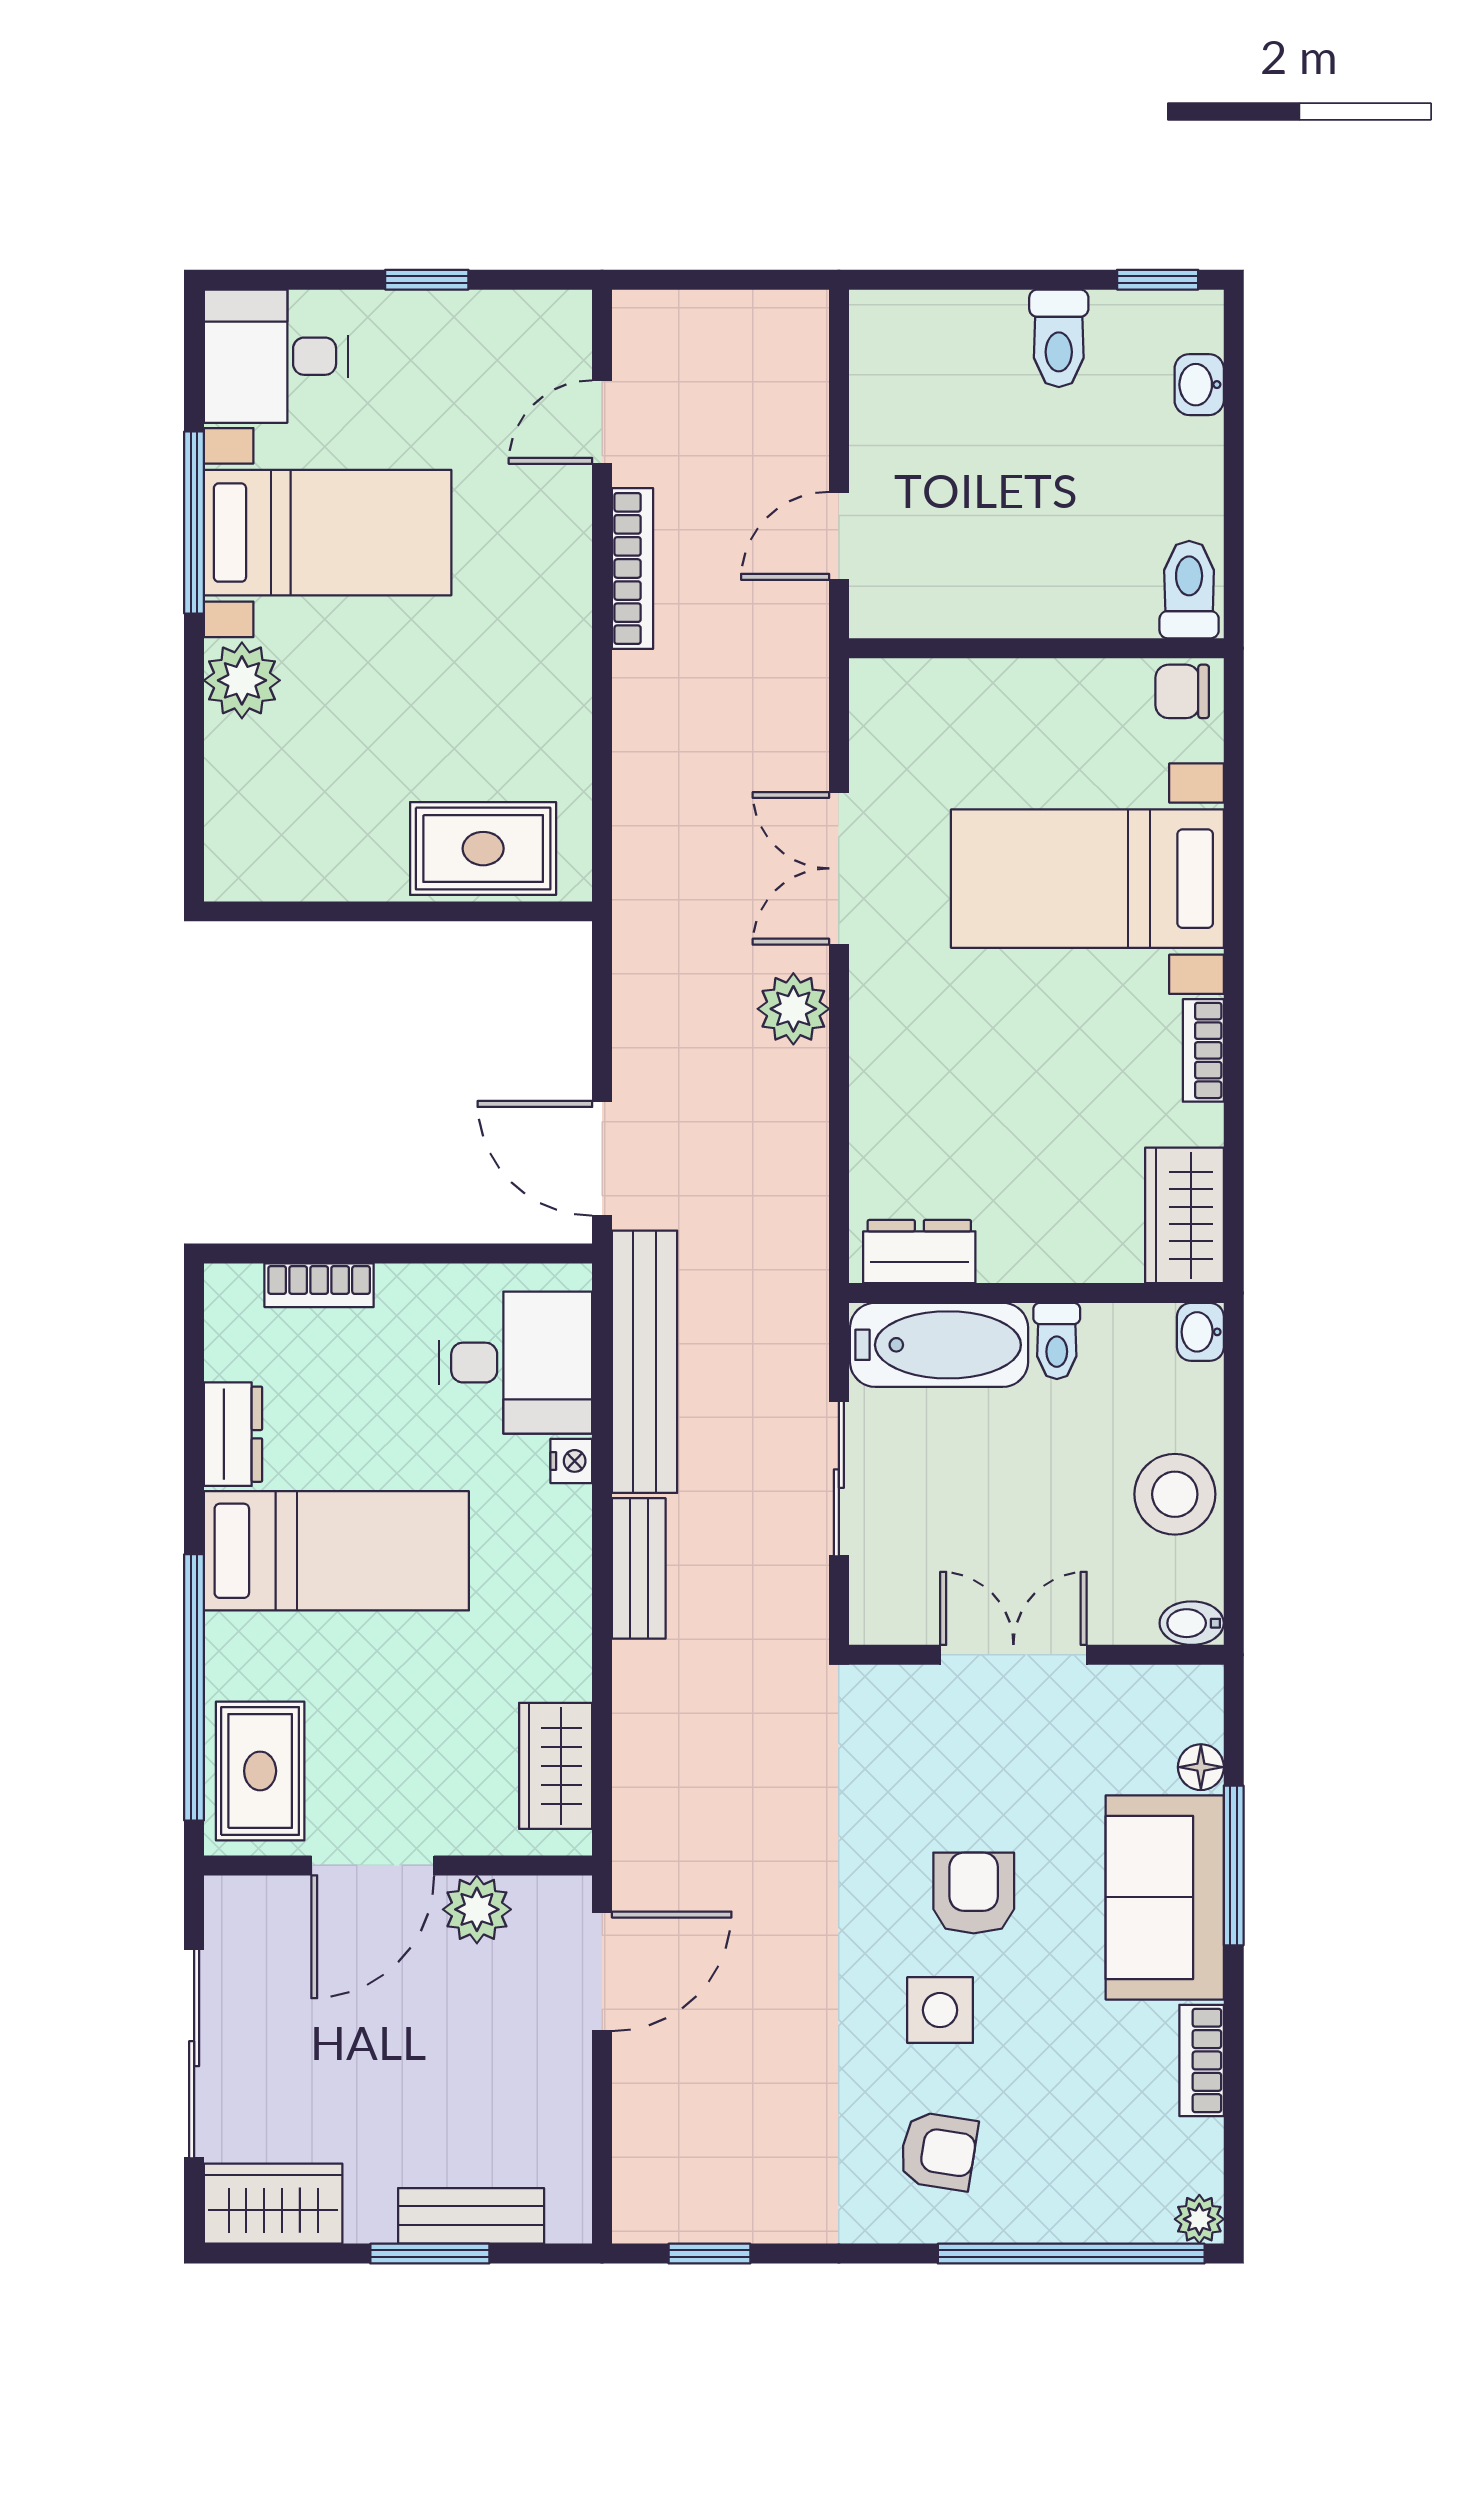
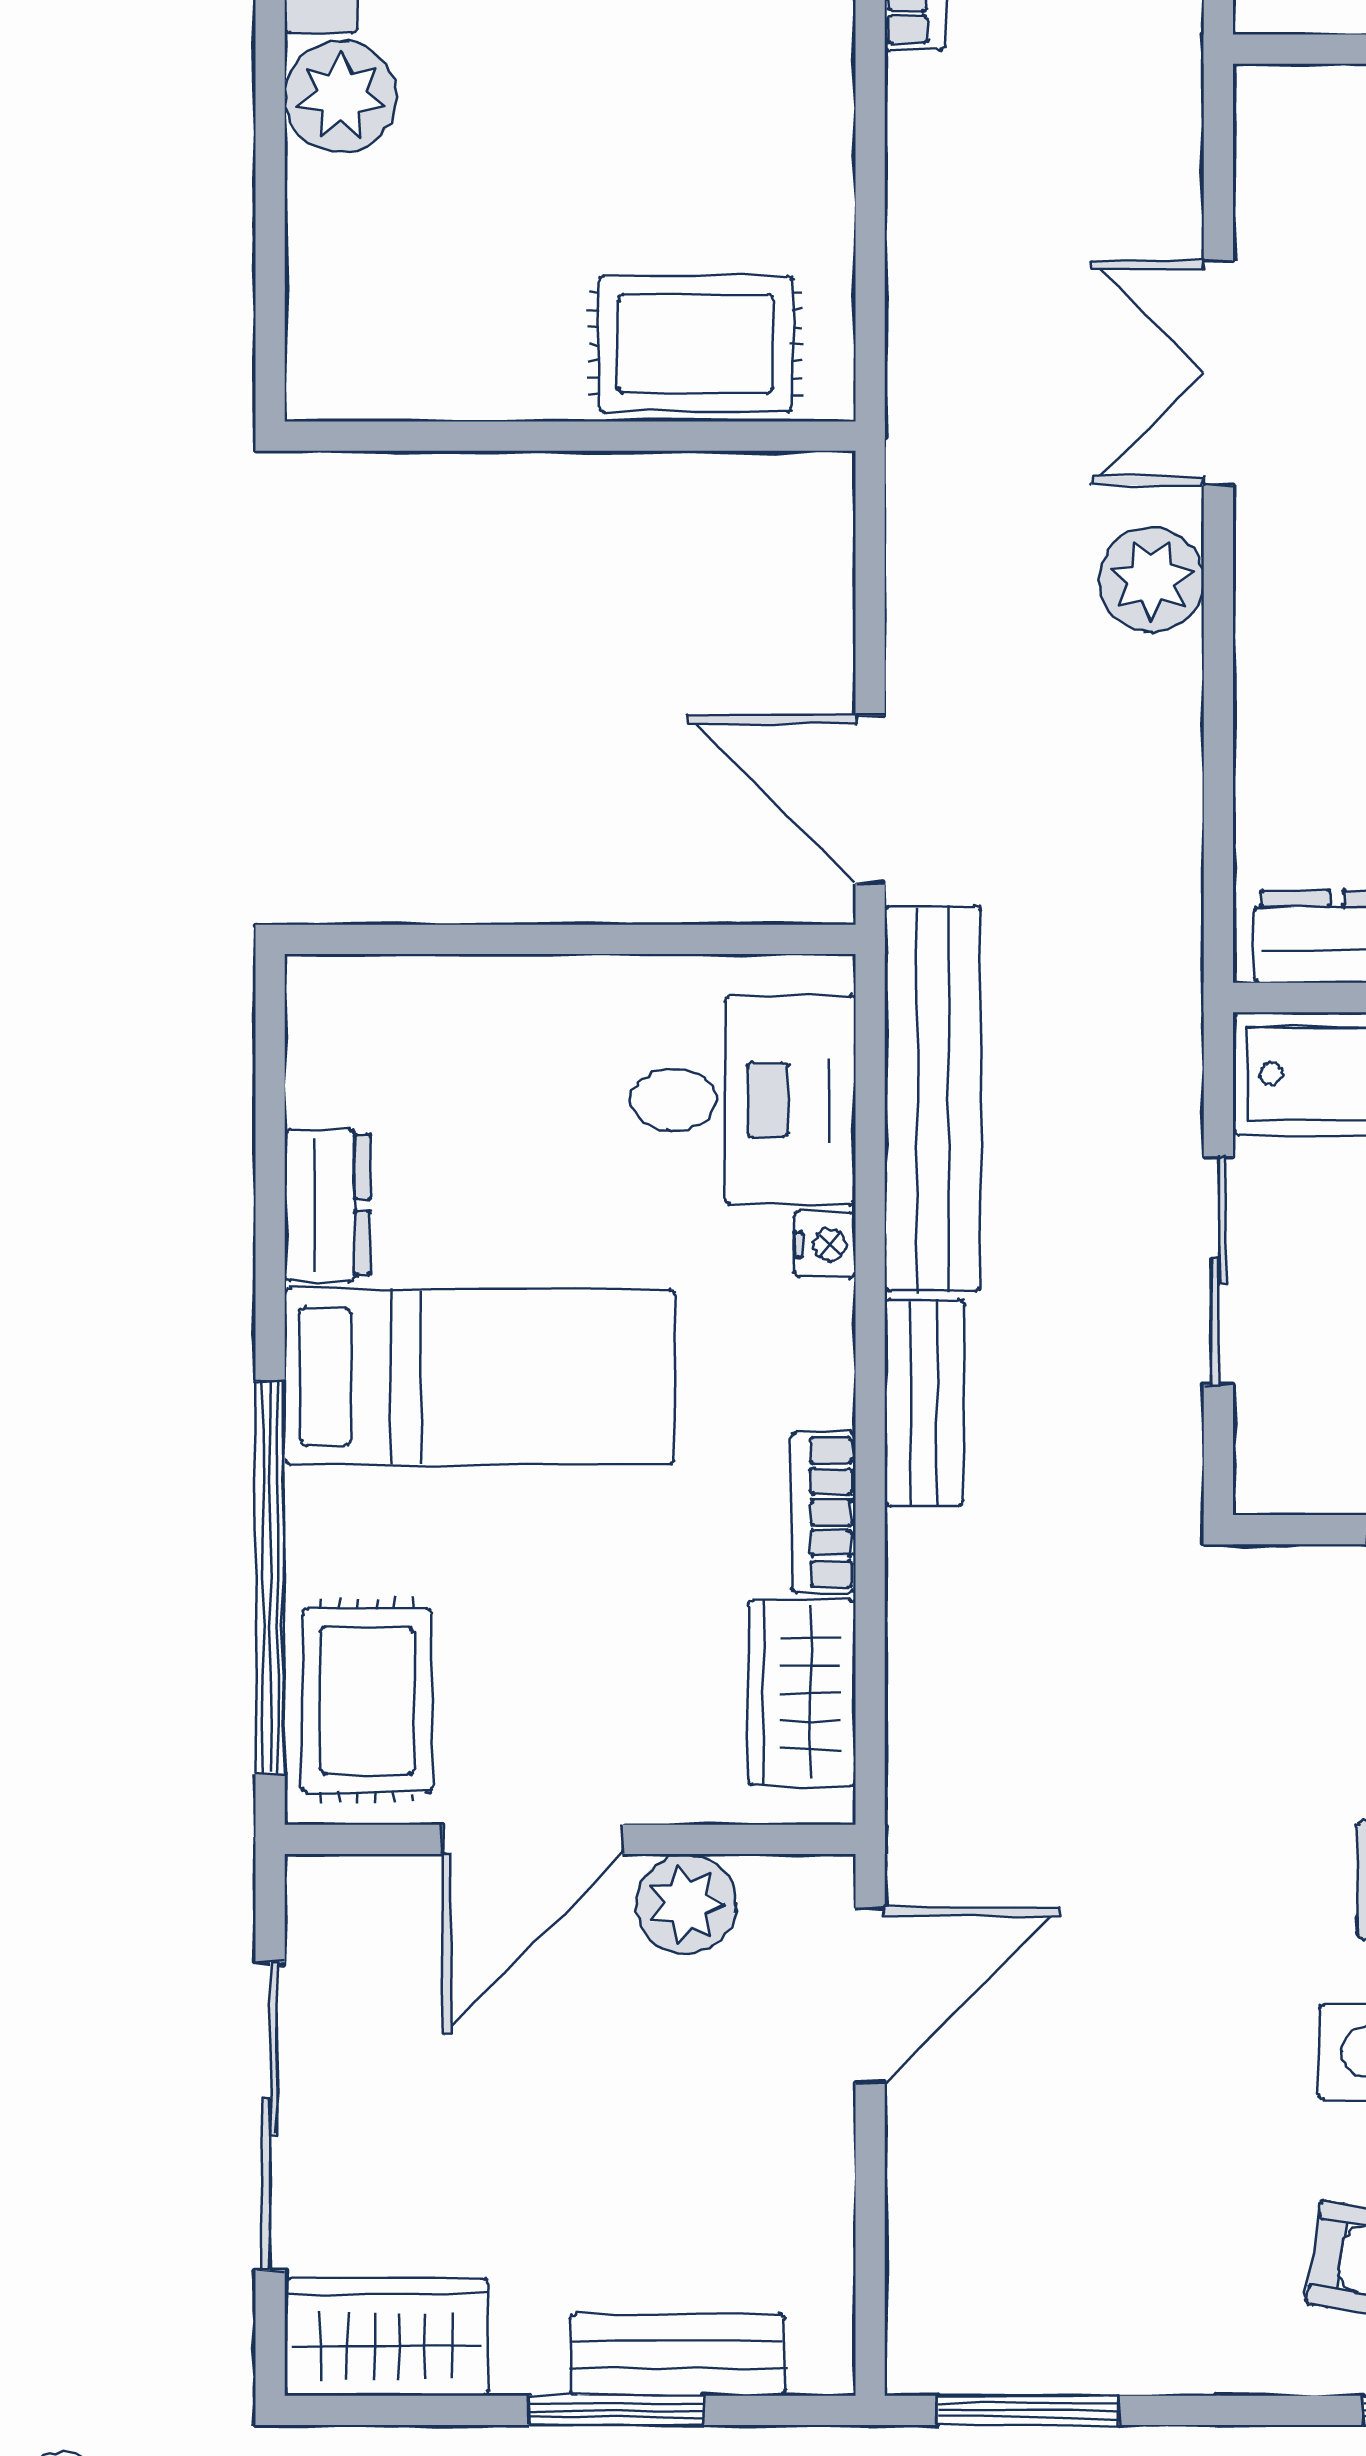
bookcase: (319, 1285) -> (823, 1512), moved, turned 90
window: (709, 2254) -> (1028, 2410), width x1.50

